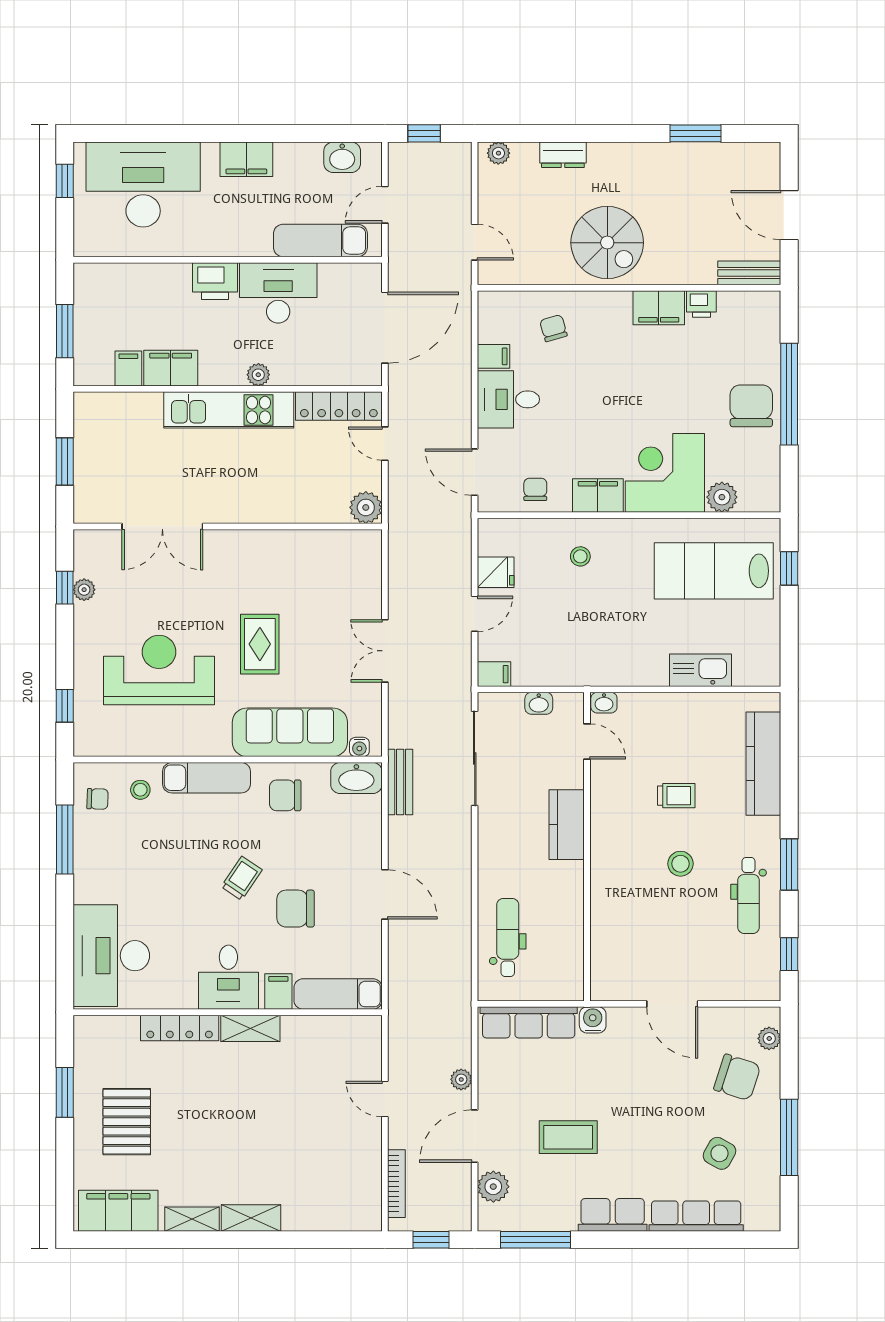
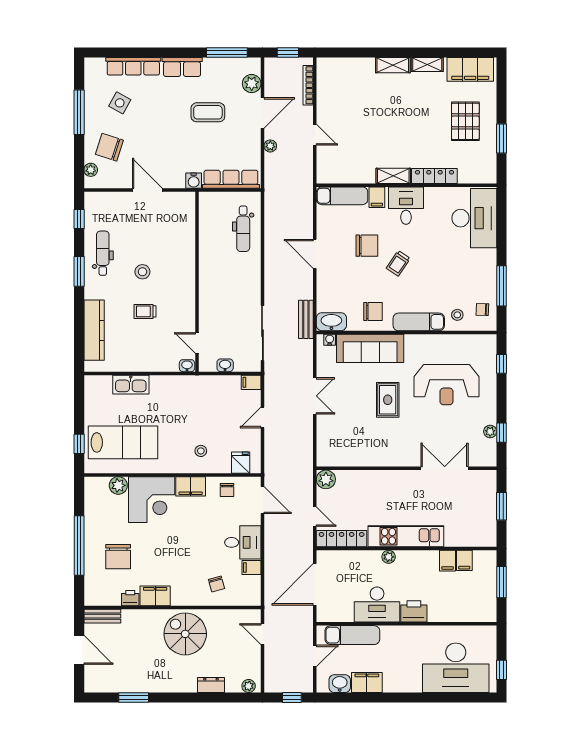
filing cabinet: (246, 159) -> (367, 682), moved
filing cabinet: (171, 368) -> (447, 561), width x0.50
chair: (751, 406) -> (118, 557), moved
fridge: (496, 572) -> (241, 463), moved, turned 90
kitchen counter: (567, 825) -> (209, 295), removed

